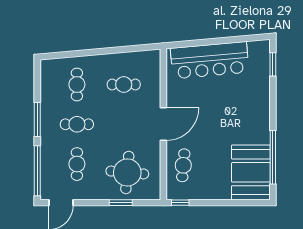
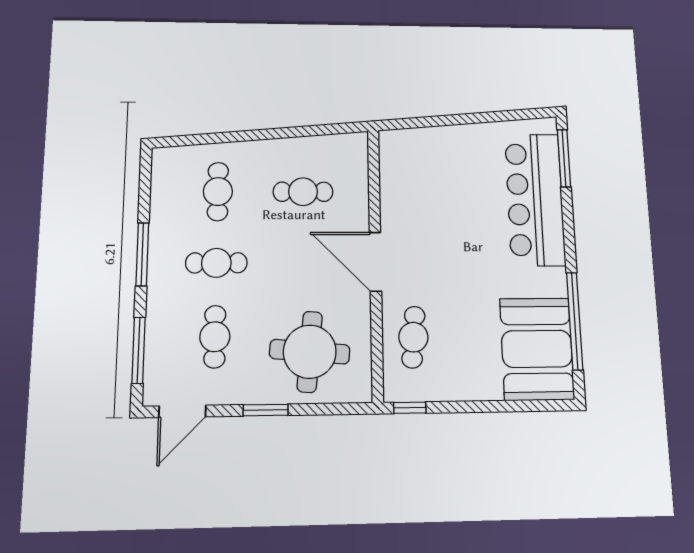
bar counter: (210, 60) -> (535, 199), moved, turned 95
window: (273, 64) -> (564, 158), width x1.44
door: (163, 124) -> (375, 262), swing flipped
window: (37, 171) -> (139, 350), width x0.68
window: (121, 203) -> (266, 410), moved

